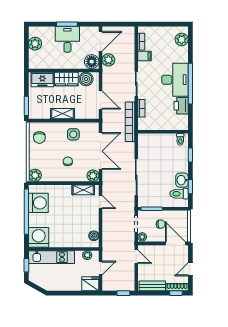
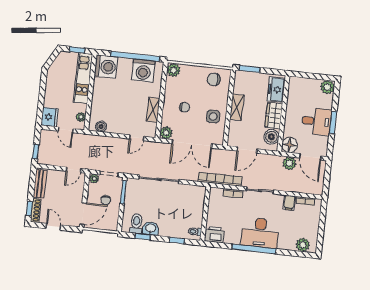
plant: (35, 44) -> (327, 87), moved
printer: (181, 106) -> (214, 235), moved
shelving: (83, 190) -> (153, 110), moved

